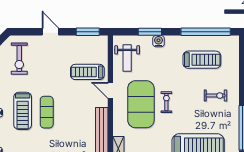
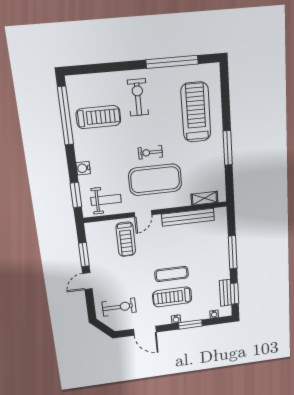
window: (88, 32) -> (84, 254), moved
window: (150, 32) -> (76, 195), moved
treadmill: (202, 60) -> (98, 117), turned 90
exercise bike: (216, 96) -> (138, 97), width x1.38, depth x1.39
treadmill: (23, 111) -> (172, 297), turned 180

